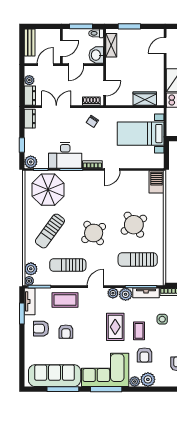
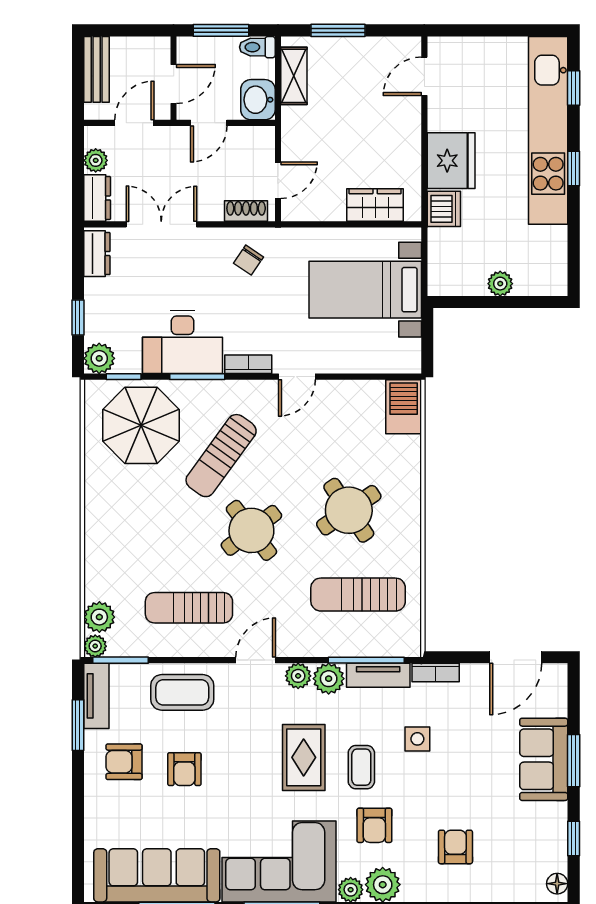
sun lounger: (50, 231) -> (221, 456), moved

